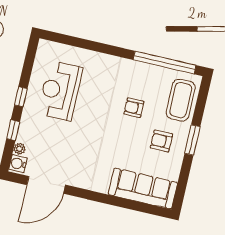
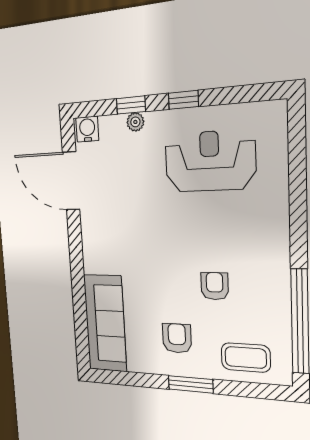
coffee table: (181, 100) -> (246, 357), width x0.73, depth x0.76
plant: (19, 149) -> (135, 122), moved

